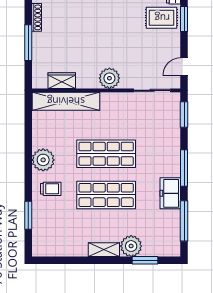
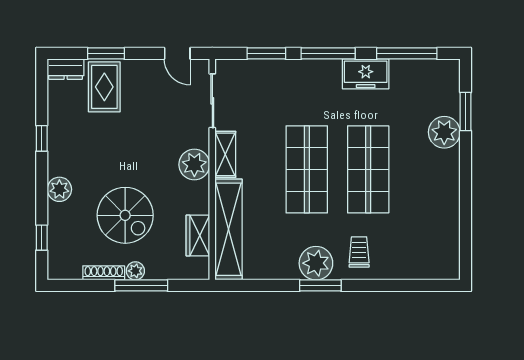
spiral stairs: (75, 32) -> (125, 215), added
plant: (38, 39) -> (135, 271), added
window: (184, 115) -> (266, 53), moved
window: (28, 215) -> (320, 285), moved
shelving: (104, 250) -> (225, 154), moved

